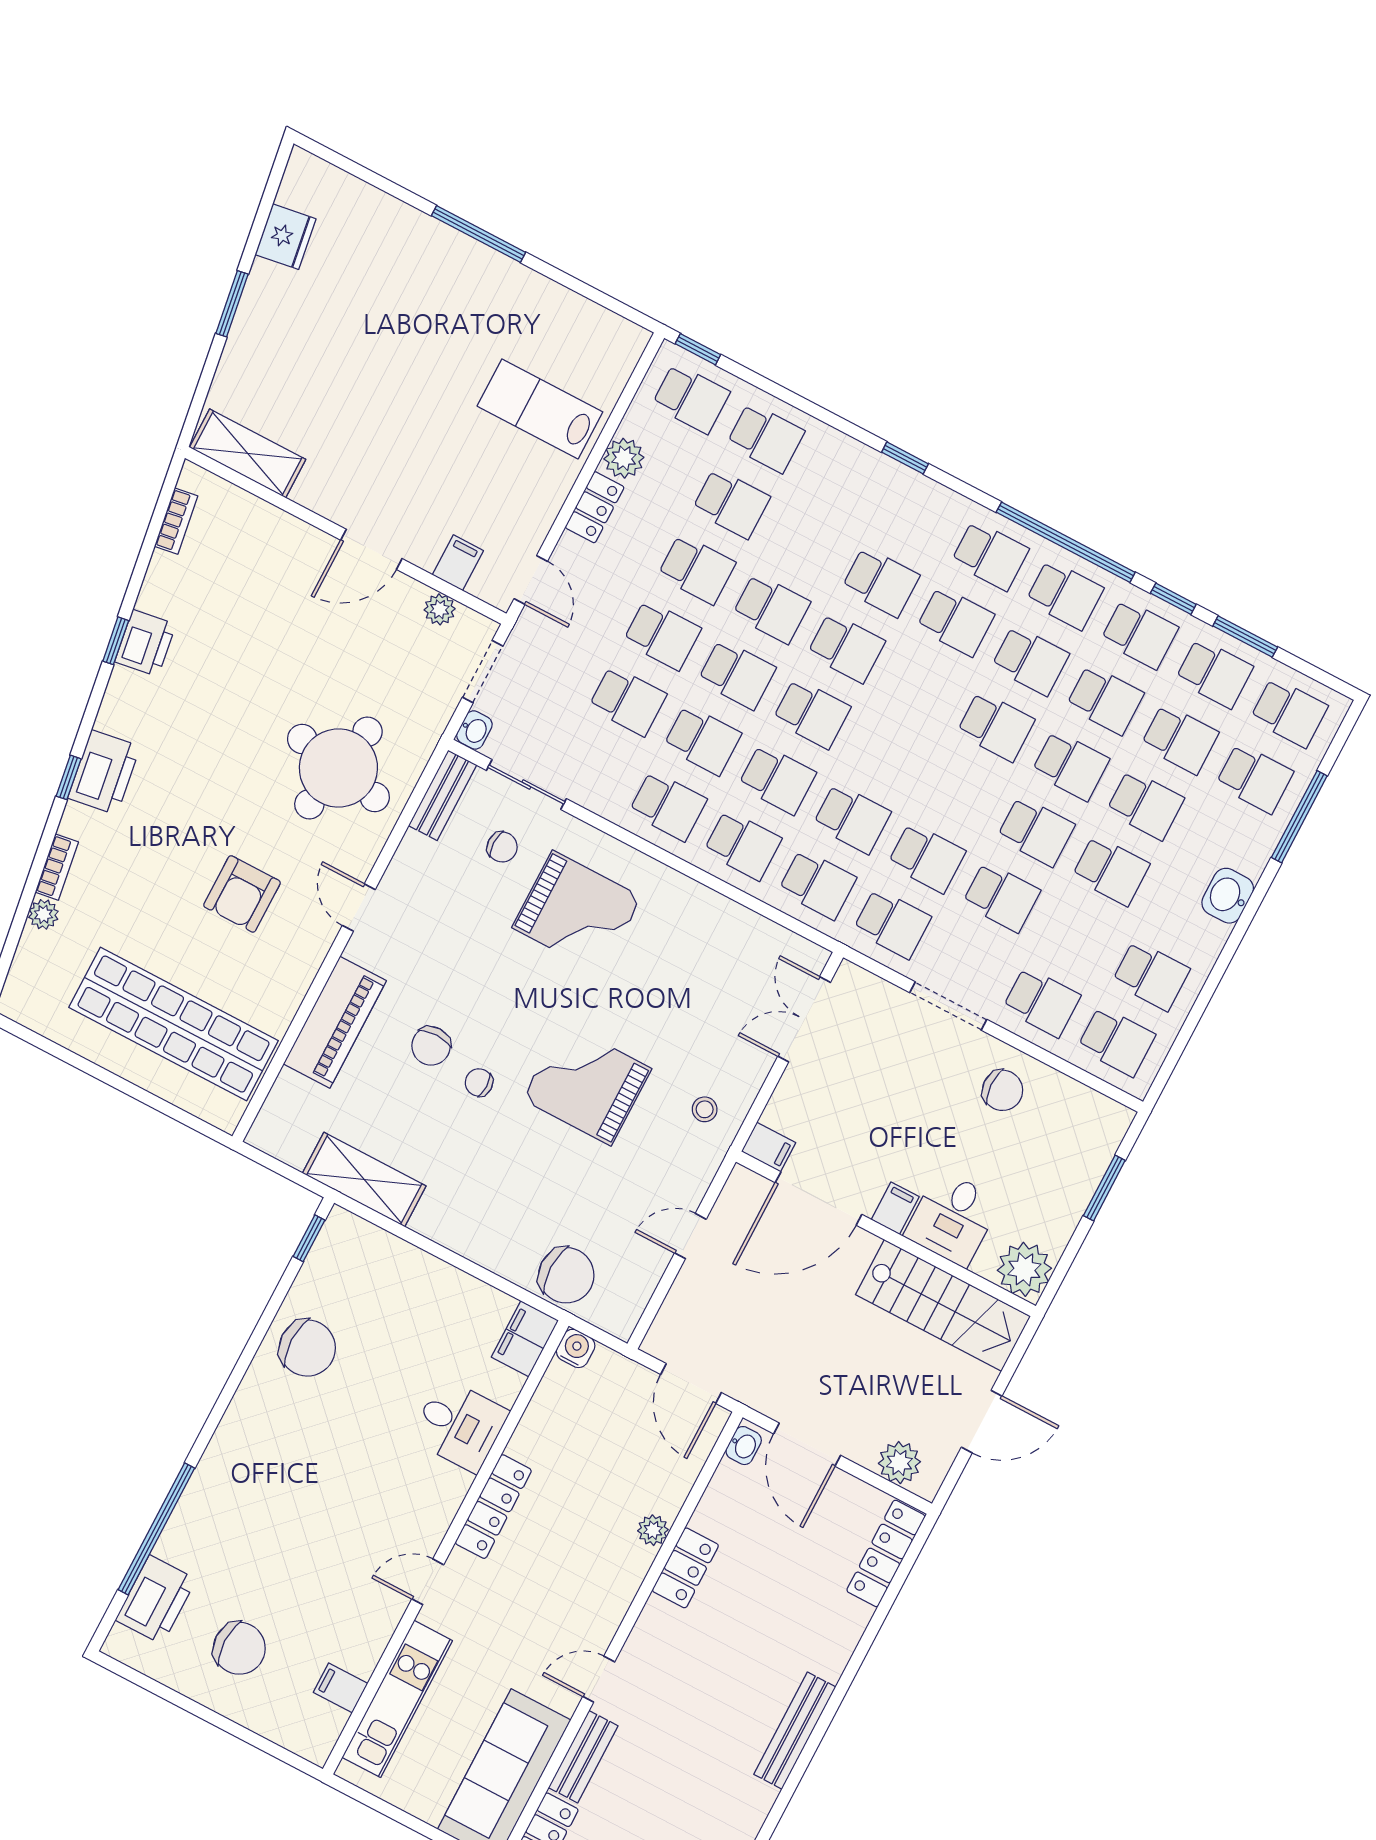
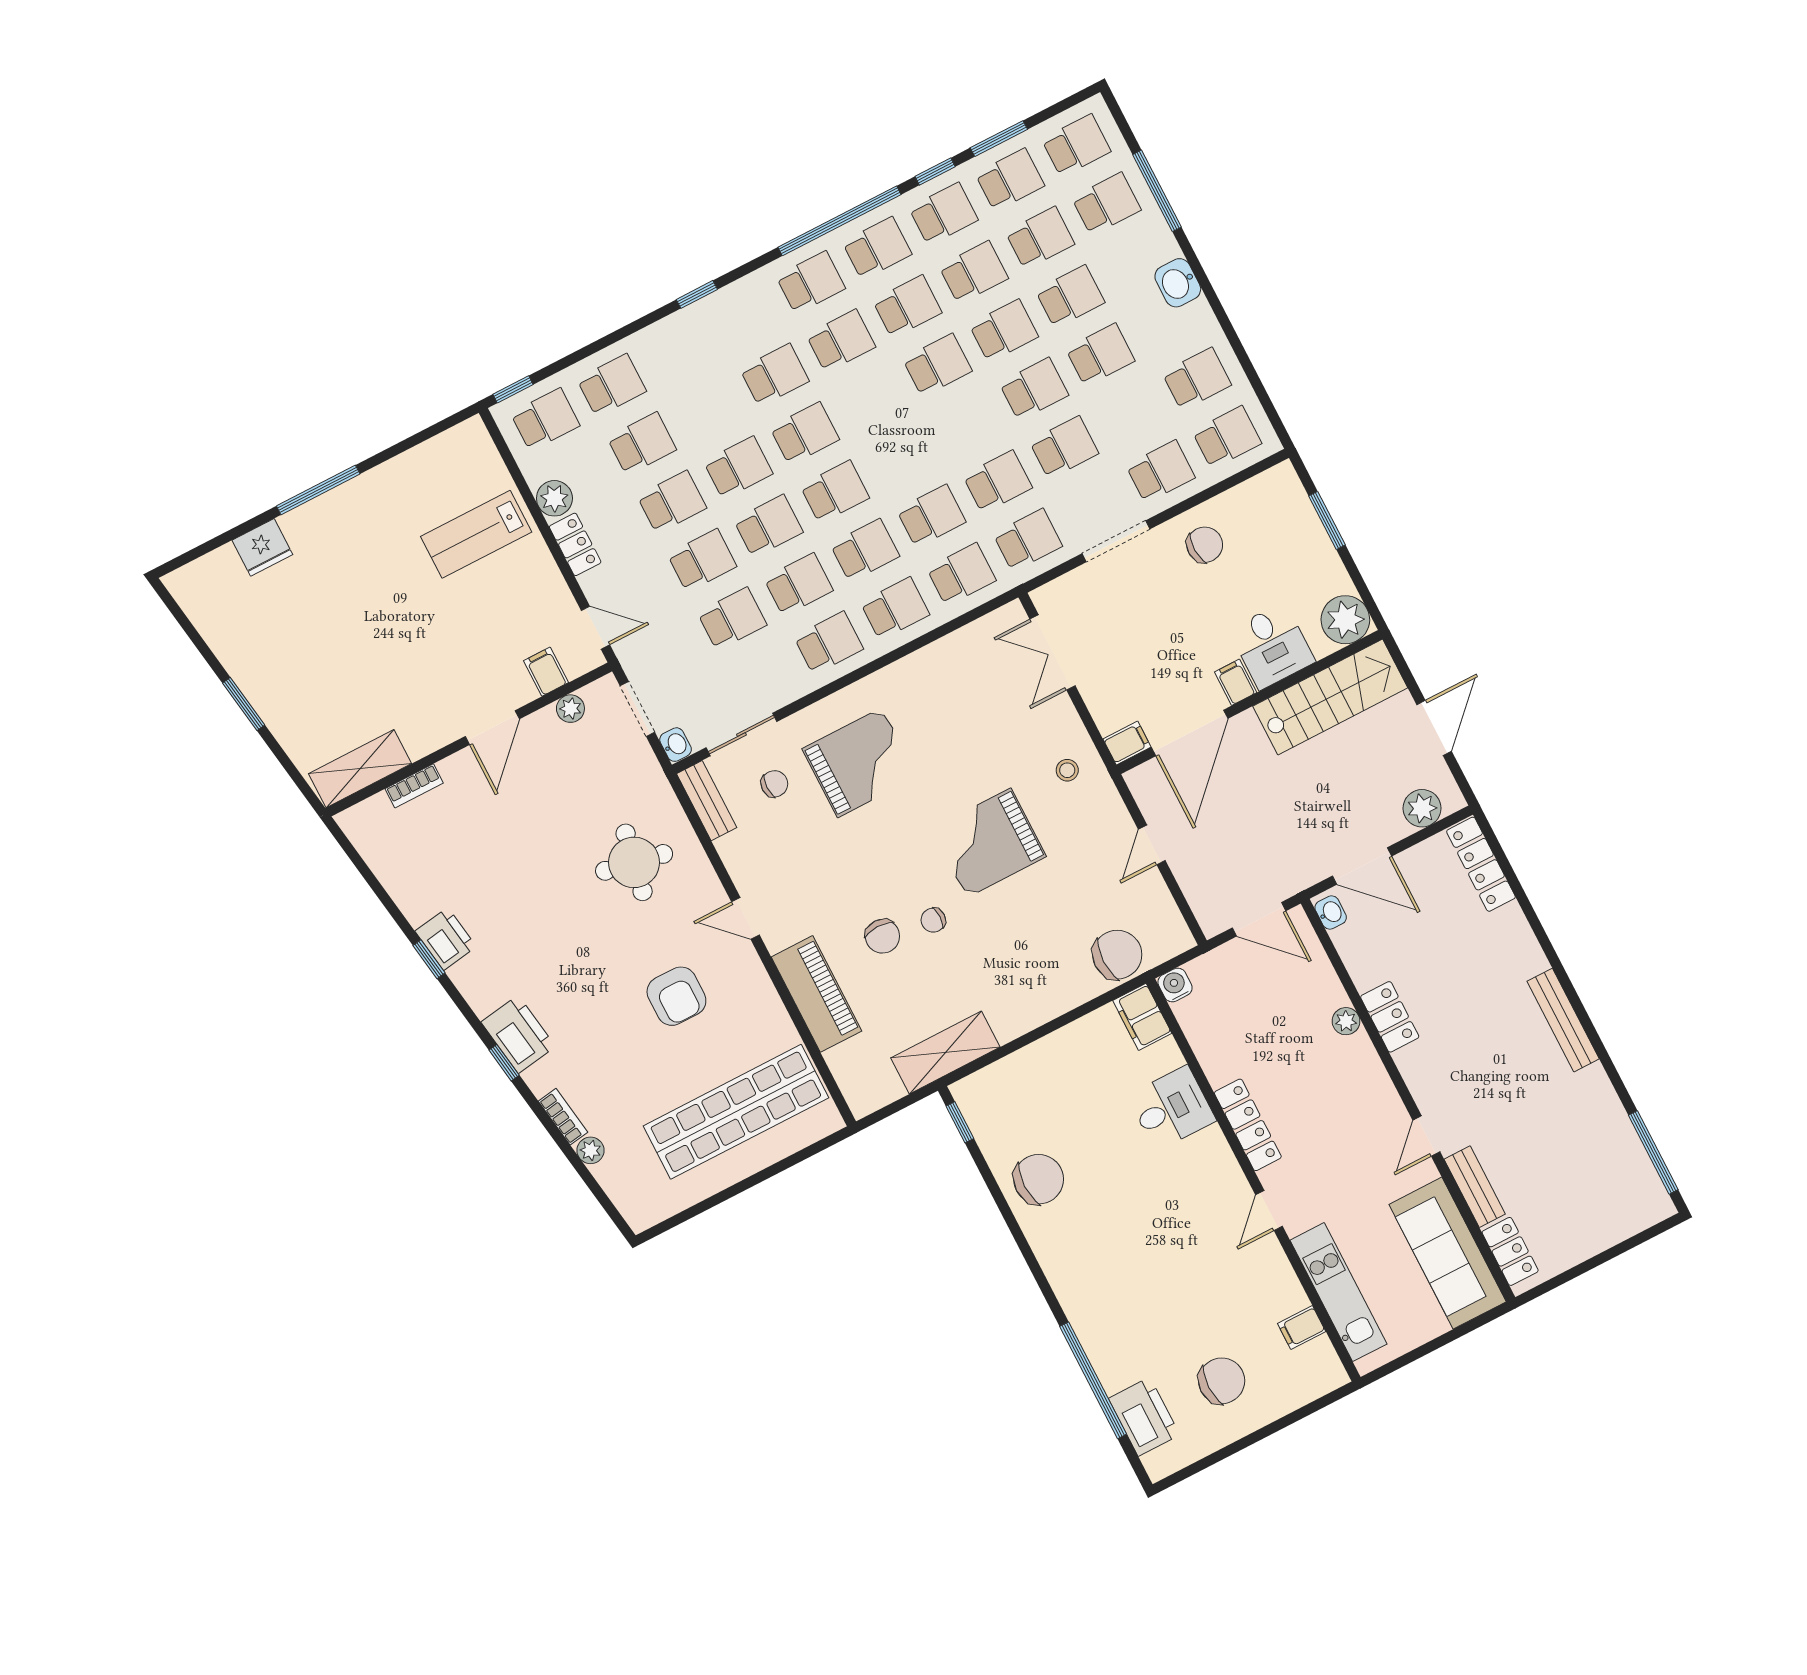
fridge: (286, 237) -> (262, 547), moved, turned 99
bookcase: (176, 521) -> (414, 786), moved, turned 99
round table: (338, 768) -> (634, 862), width x0.73, depth x0.73

